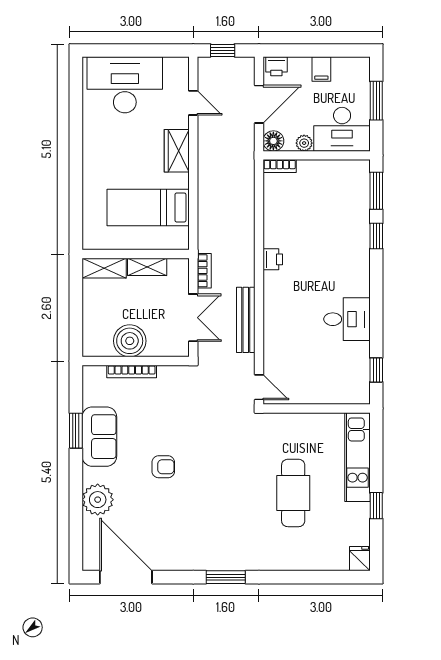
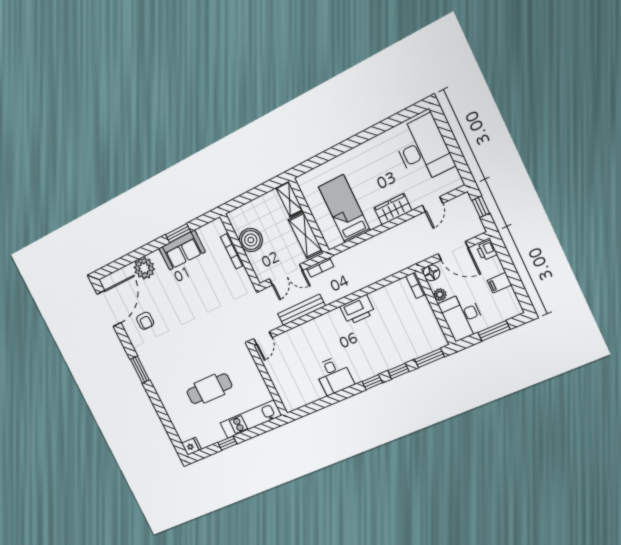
printer: (273, 259) -> (357, 310), width x1.87, depth x1.48
shelving: (147, 267) -> (305, 235), width x1.50, depth x1.33
window: (376, 370) -> (372, 382), moved
armchair: (163, 467) -> (145, 321), moved

